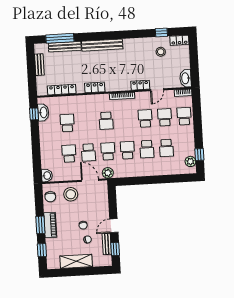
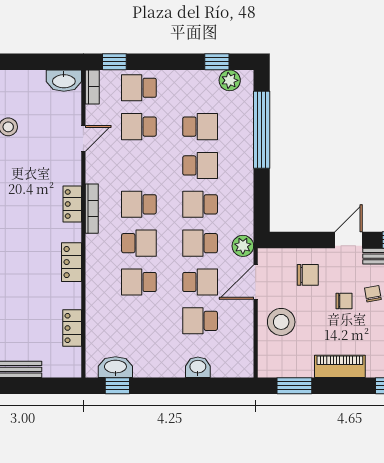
locker: (140, 85) -> (72, 204), moved
locker: (62, 90) -> (72, 328), width x0.66
door: (157, 90) -> (83, 139), hinge flipped
window: (196, 103) -> (114, 62), added
school desk: (145, 118) -> (139, 204), moved
school desk: (67, 123) -> (139, 282), moved
washbasin: (47, 176) -> (198, 367), moved
window: (167, 179) -> (262, 130), added
chair: (50, 197) -> (308, 275), moved
window: (40, 225) -> (294, 386), moved
door: (114, 226) -> (348, 240), swing flipped

